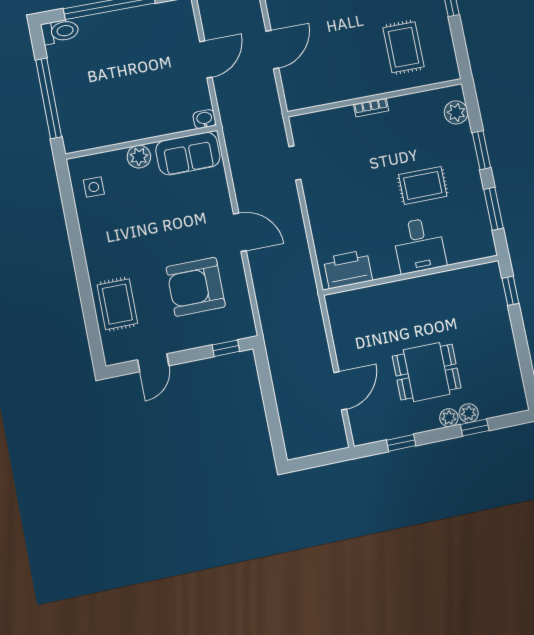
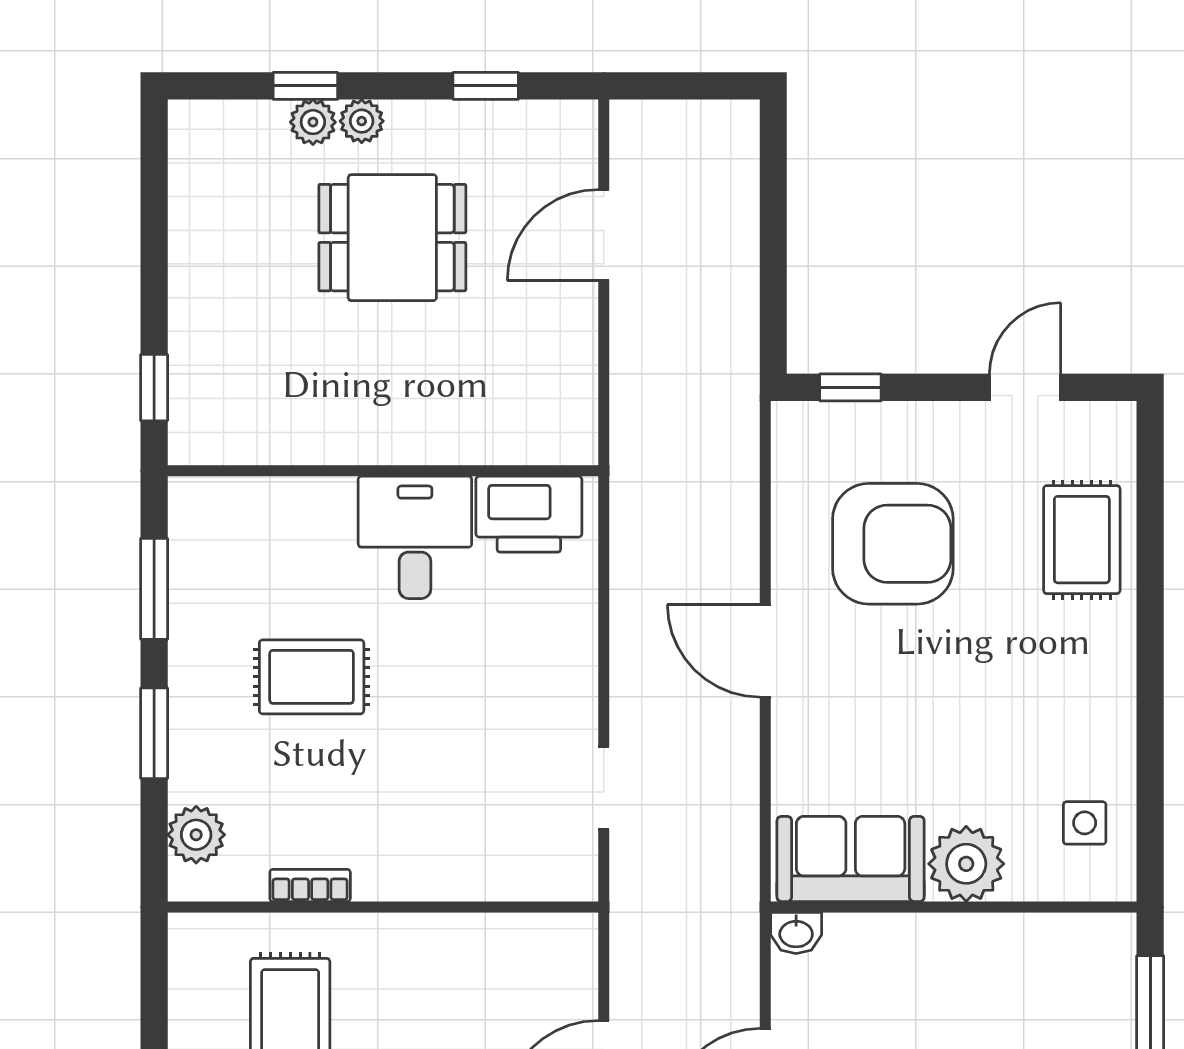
bookcase: (371, 107) -> (310, 885), moved
plant: (139, 157) -> (966, 864), width x1.36, depth x1.36
desk: (419, 245) -> (415, 537), moved

